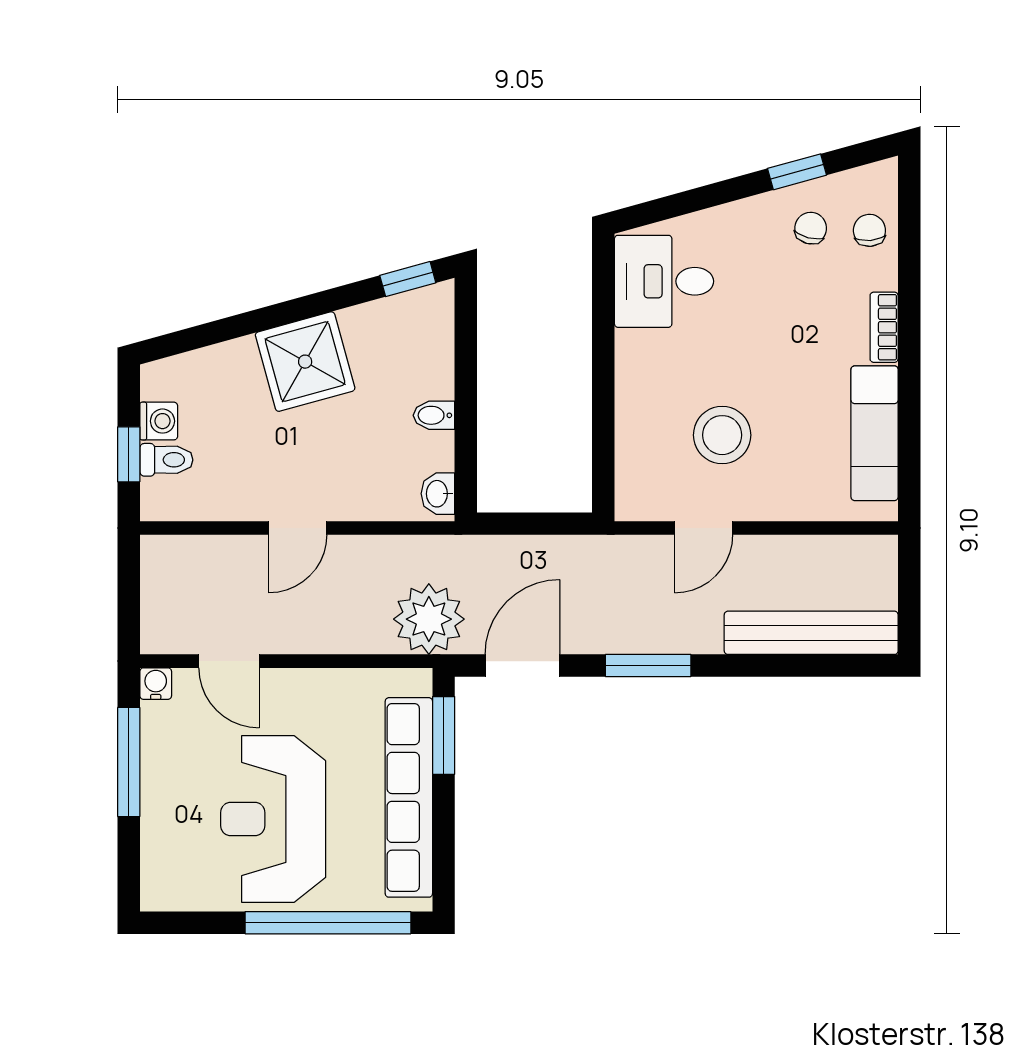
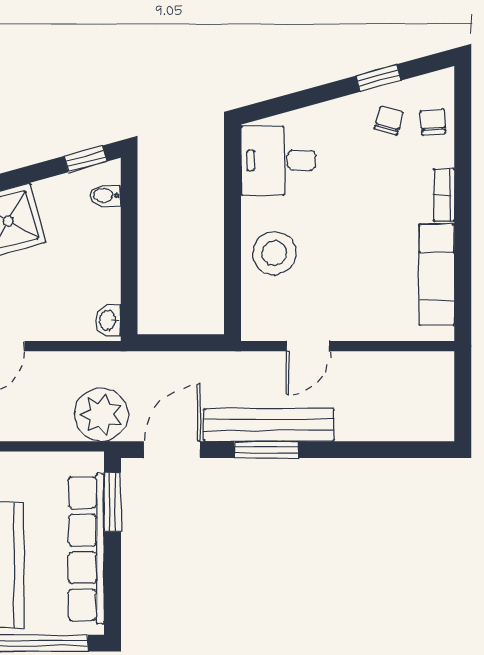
bidet: (434, 415) -> (105, 196), moved
stool: (722, 435) -> (274, 253), moved
bench: (811, 633) -> (269, 425), moved

